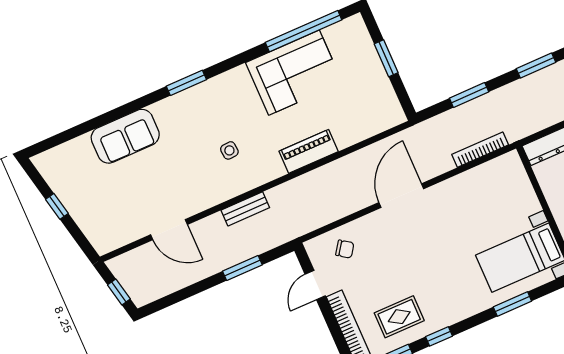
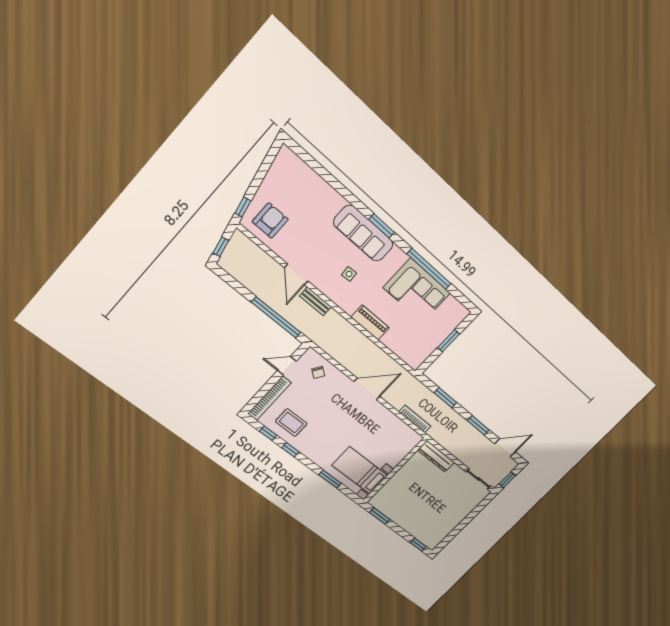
window: (304, 31) -> (429, 269), moved
sofa: (125, 136) -> (363, 233), moved, width x1.36
window: (57, 206) -> (243, 207), moved
armchair: (115, 217) -> (270, 221), added
door: (169, 230) -> (296, 274), moved
window: (242, 268) -> (276, 317), width x2.11

